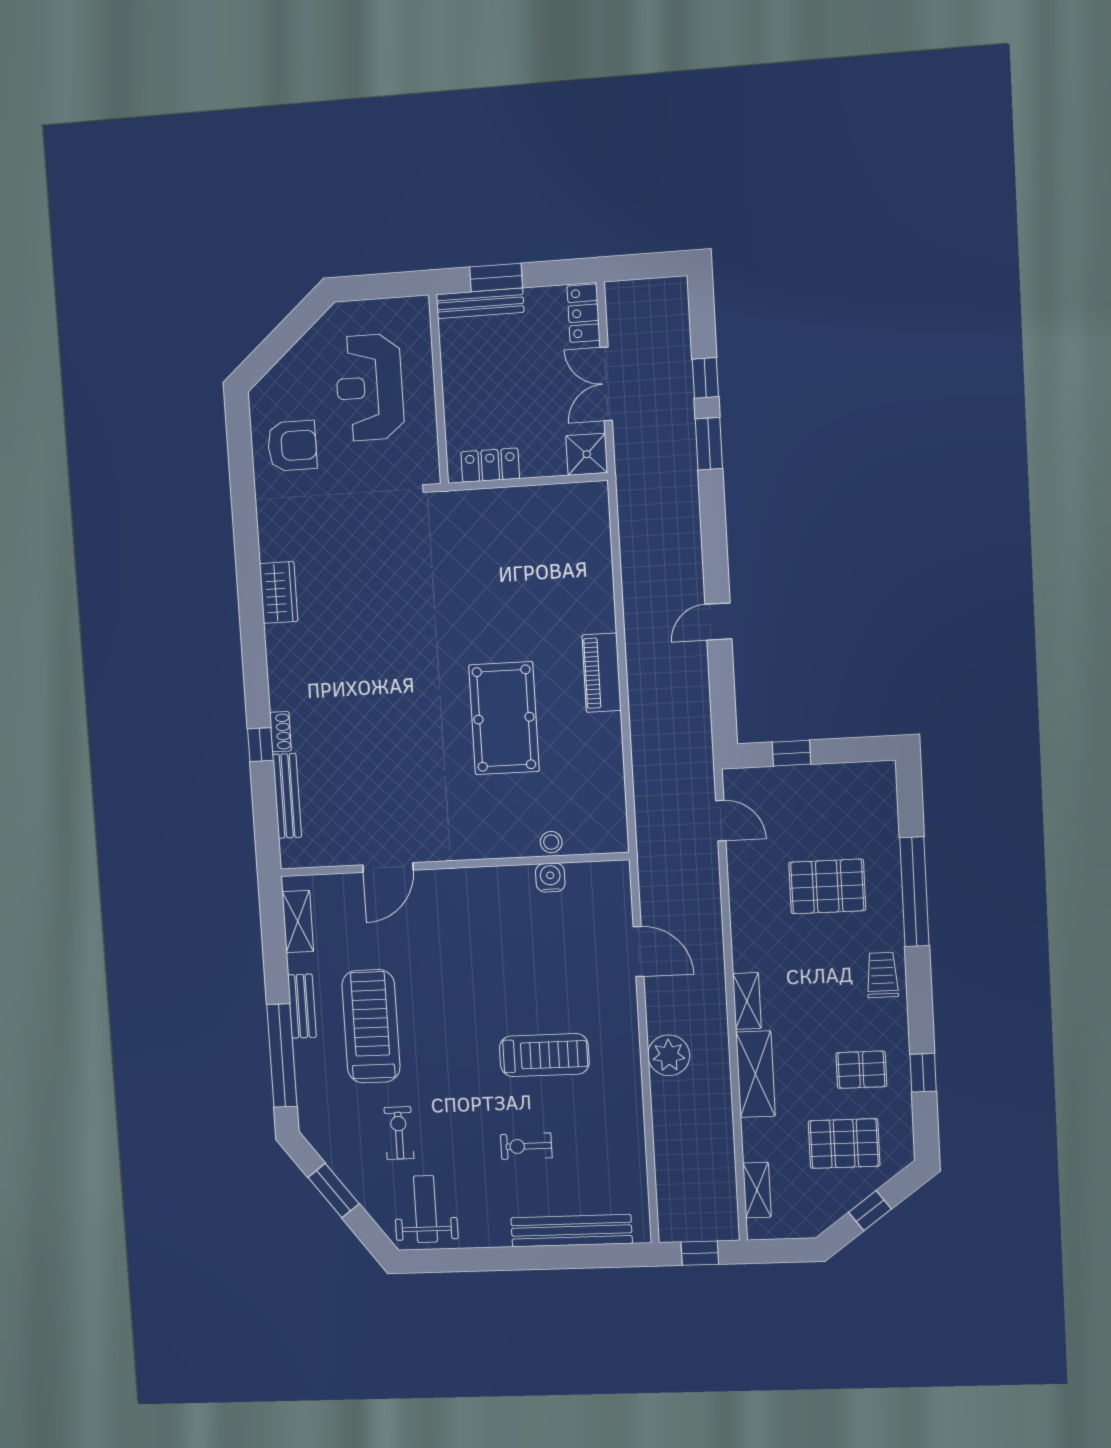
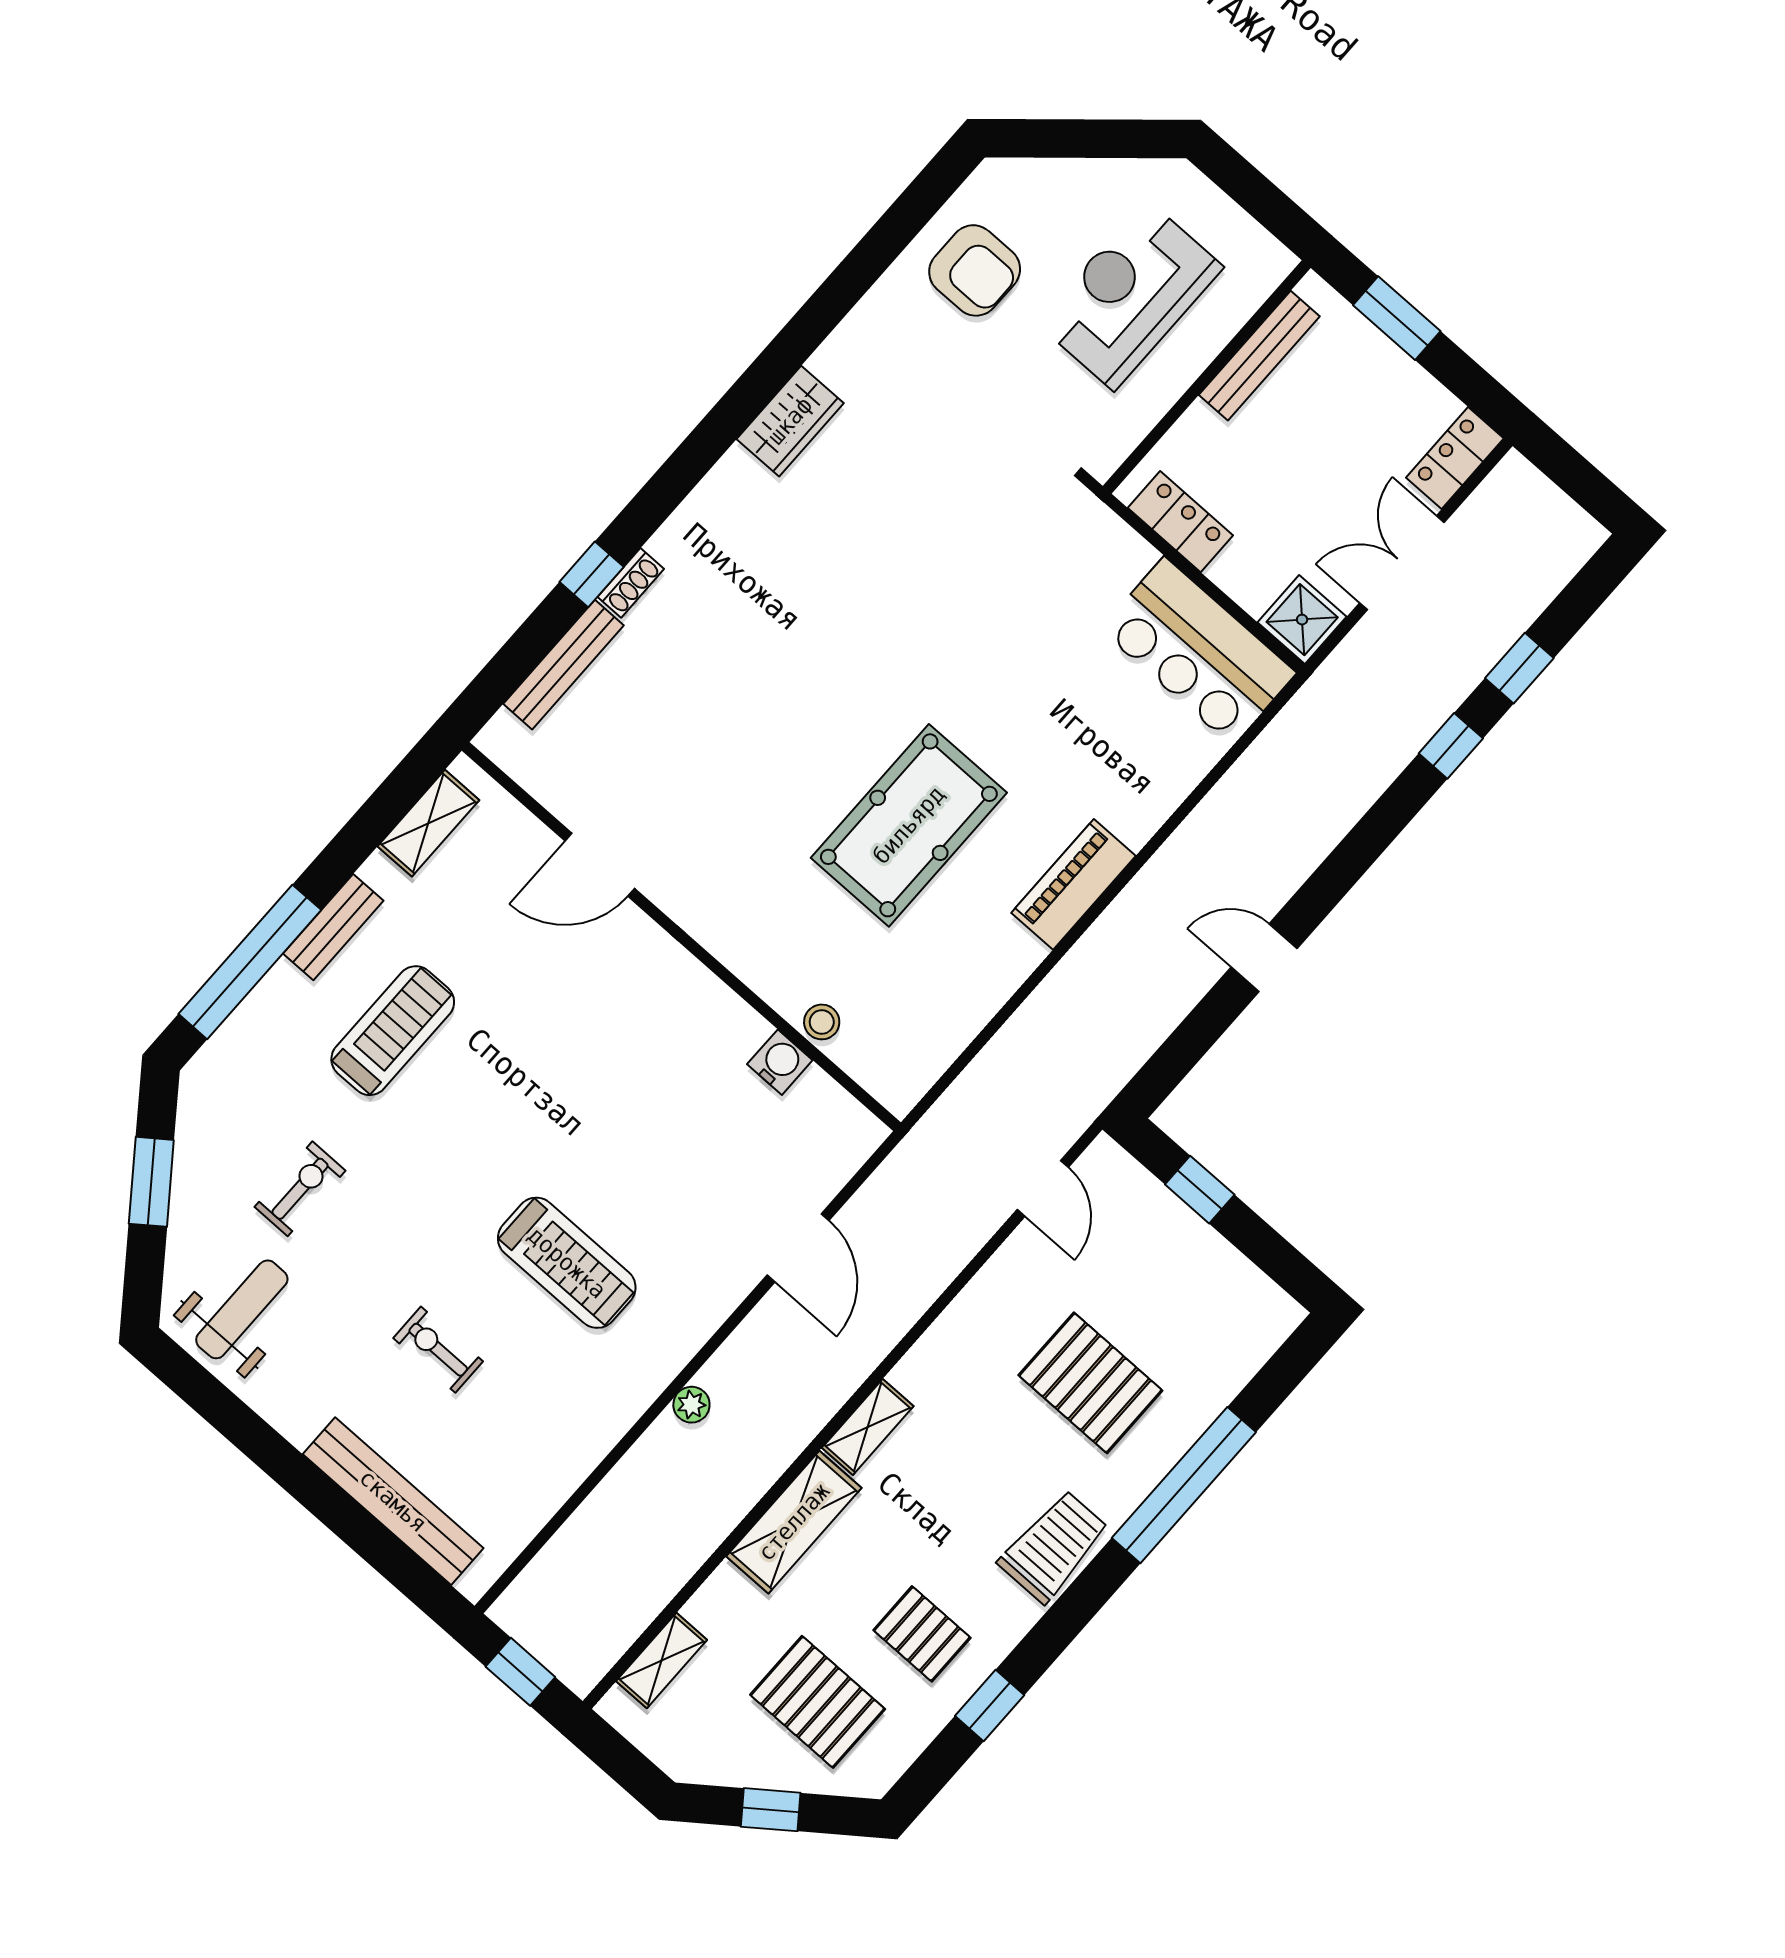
bench: (480, 303) -> (1259, 356), moved, turned 90
window: (709, 444) -> (1451, 746), width x0.67
bar counter: (555, 515) -> (1198, 651), added
trolley: (882, 975) -> (1054, 1546), width x1.36, depth x1.39
treadmill: (371, 1026) -> (393, 1031), width x0.73, depth x0.73
plant: (669, 1055) -> (691, 1405), width x0.53, depth x0.53

